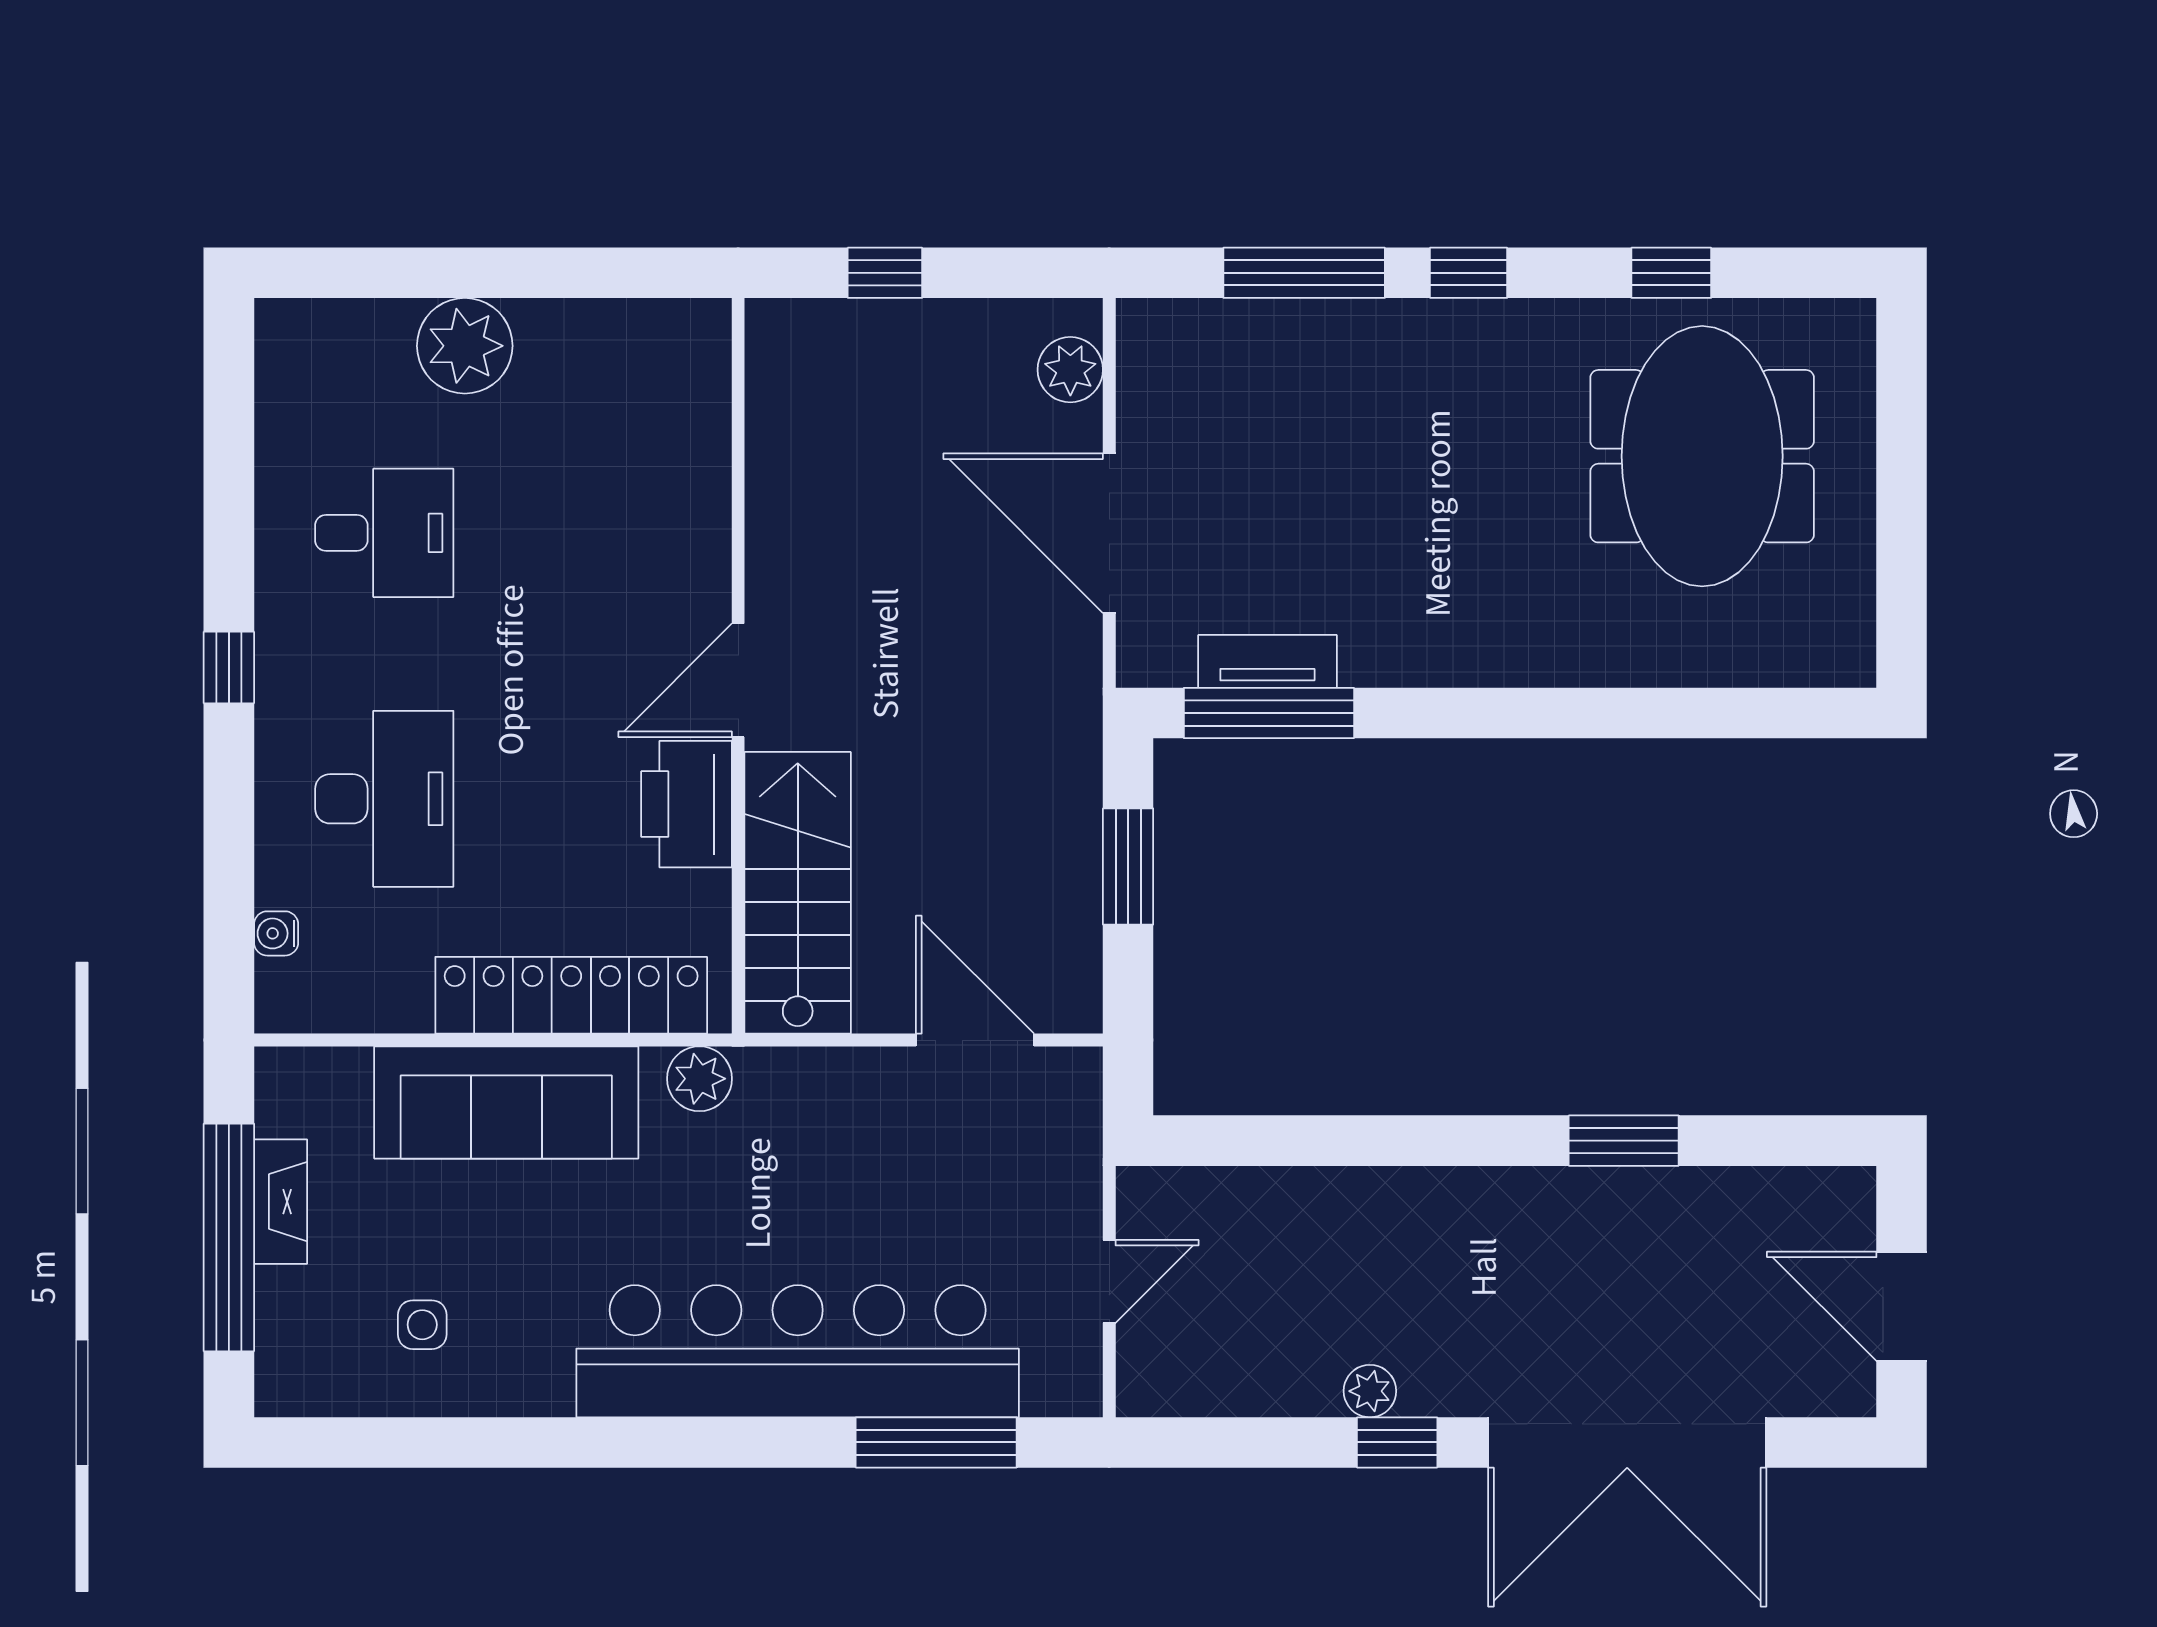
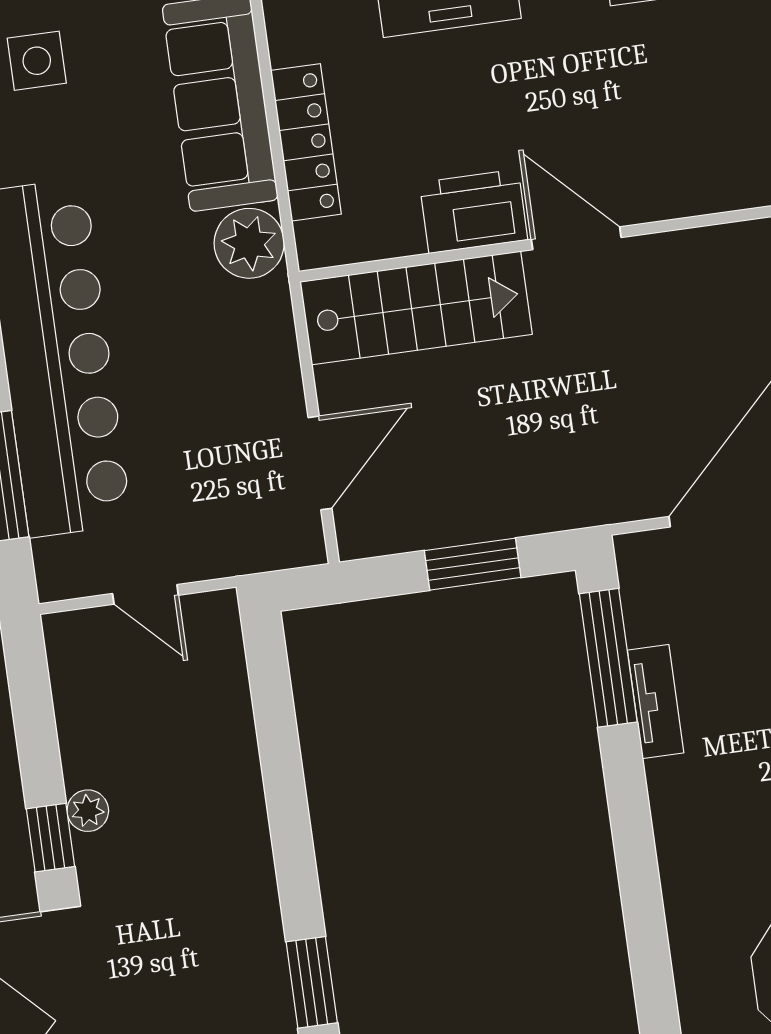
tv unit: (1267, 661) -> (656, 702), moved
locker: (571, 995) -> (306, 142), width x0.71, depth x0.83
plant: (699, 1079) -> (249, 243), width x1.36, depth x1.36
side table: (422, 1325) -> (37, 61), width x1.37, depth x1.37

